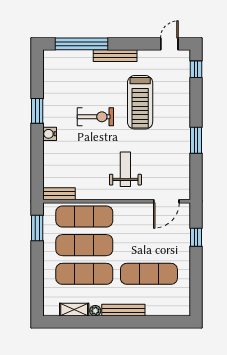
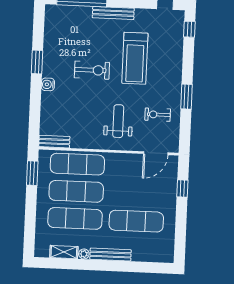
exercise bike: (167, 161) -> (158, 115), added

